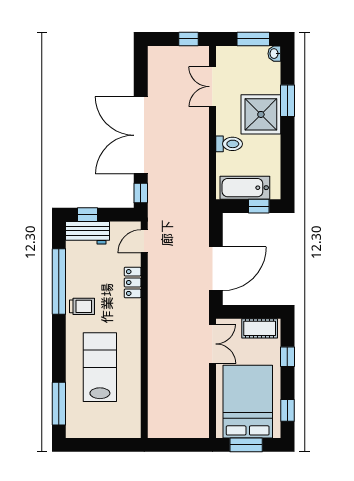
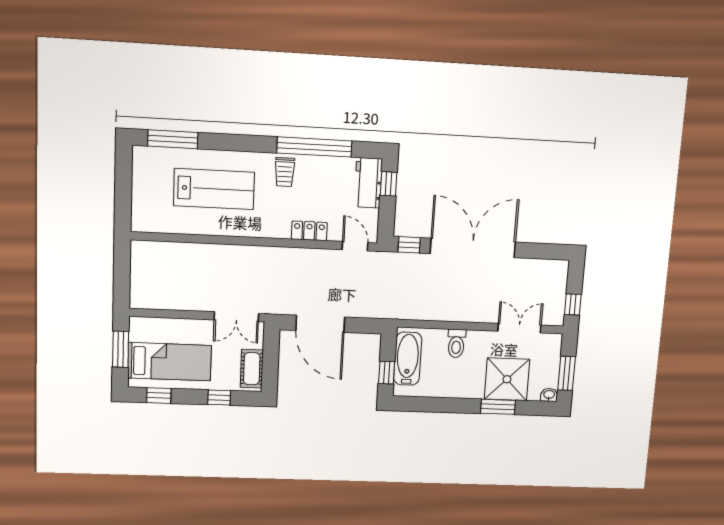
shower: (261, 114) -> (507, 379), moved
bed: (248, 402) -> (170, 362), width x0.67

